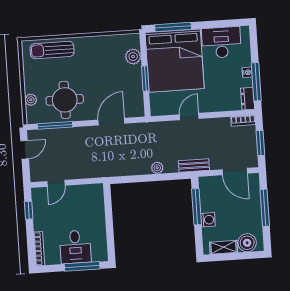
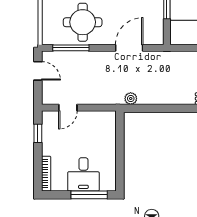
plant: (31, 100) -> (48, 20), removed
door: (25, 150) -> (38, 71), hinge flipped
plant: (157, 168) -> (131, 99), moved

